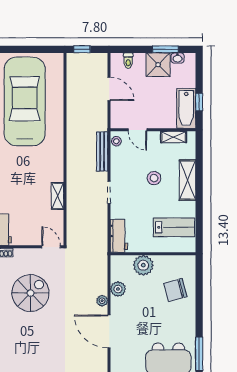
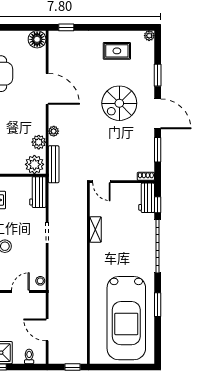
door: (137, 130) -> (20, 291), hinge flipped
bench: (102, 151) -> (54, 164), moved
plant: (143, 265) -> (34, 164), moved
spiral stairs: (31, 293) -> (119, 103), moved
door: (109, 331) -> (47, 89), moved

